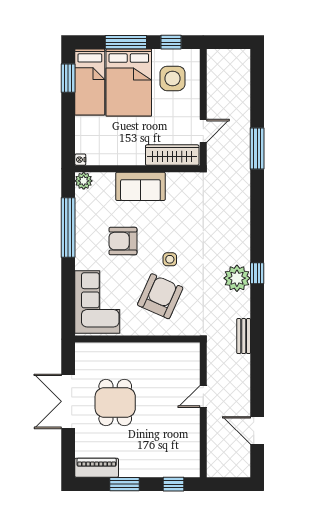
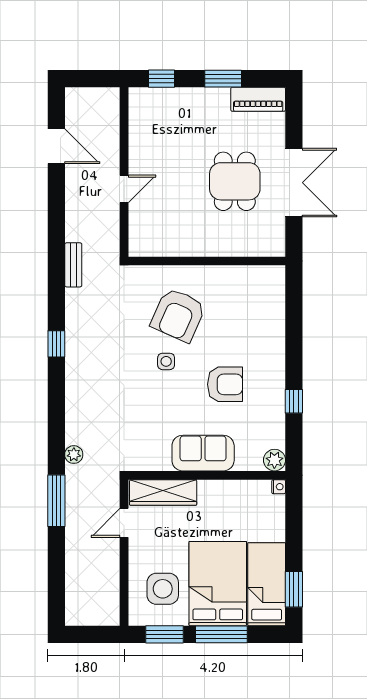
window: (171, 42) -> (165, 634), width x1.50
window: (68, 228) -> (294, 401), width x0.32
plant: (237, 278) -> (74, 455), moved, width x0.53, depth x0.53
corner sofa: (97, 302) -> (257, 308), removed

